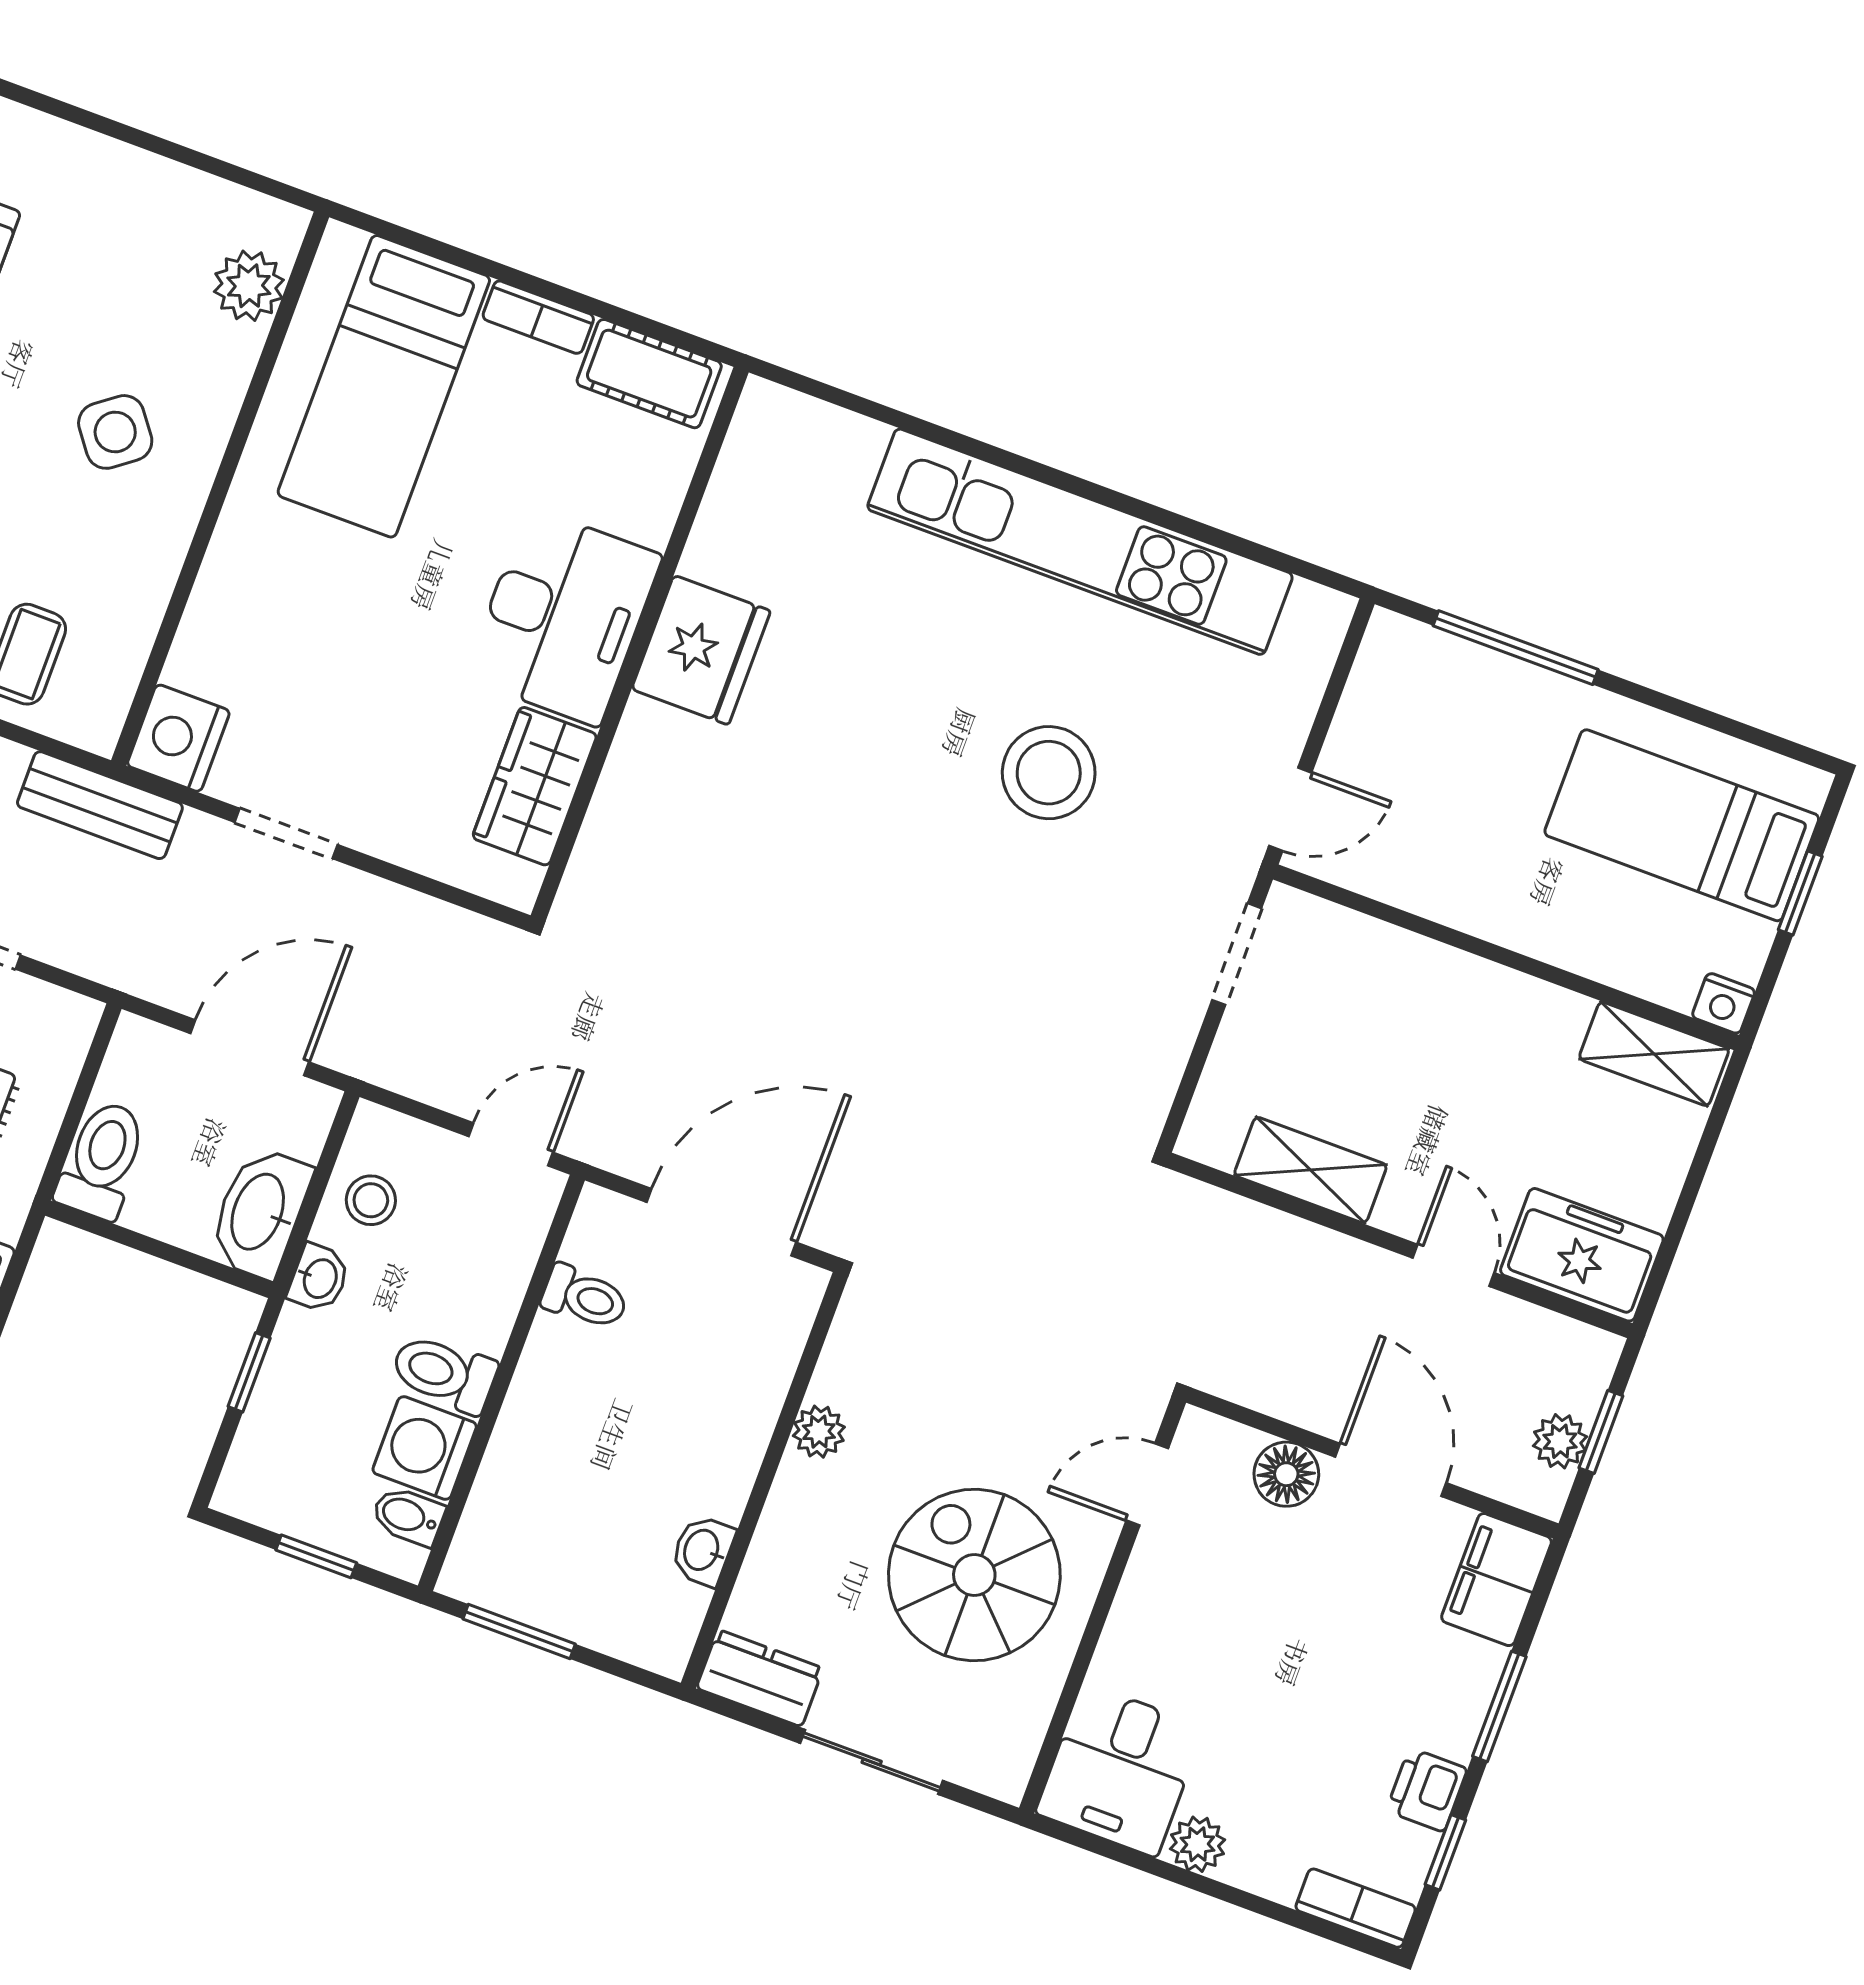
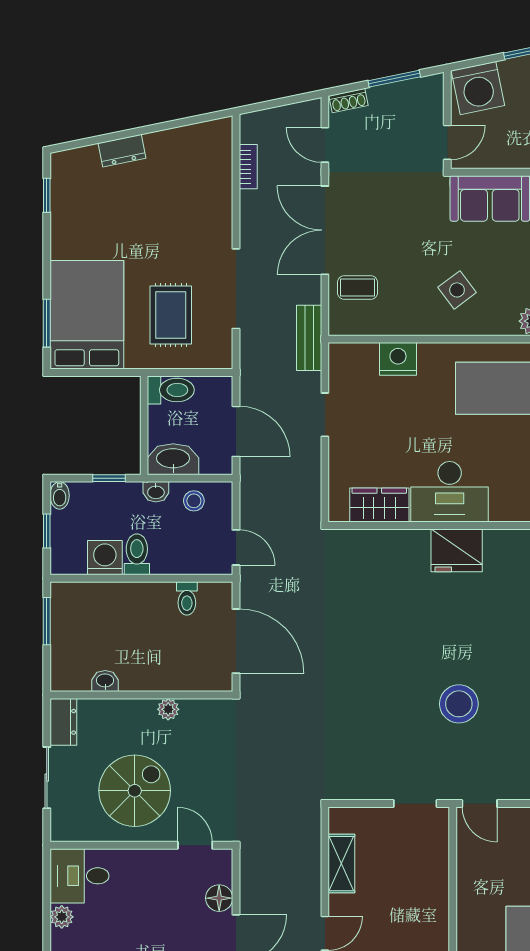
nightstand: (178, 738) -> (398, 359), moved
bidet: (408, 1516) -> (60, 495), moved, turned 180

